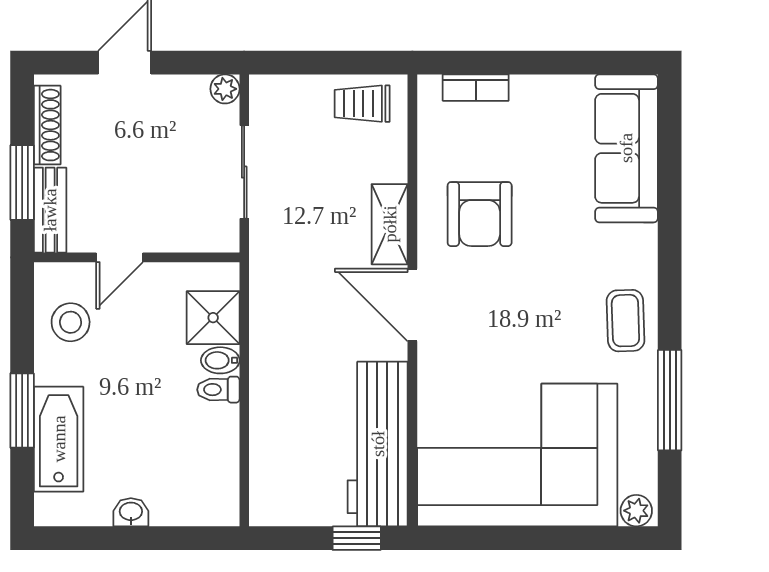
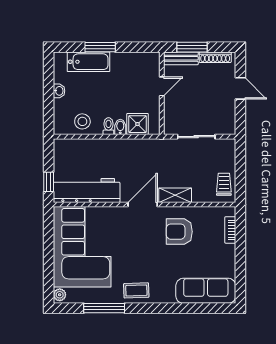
plant: (225, 89) -> (230, 129), removed
door: (120, 257) -> (162, 86), swing flipped
stool: (71, 322) -> (82, 121), moved

